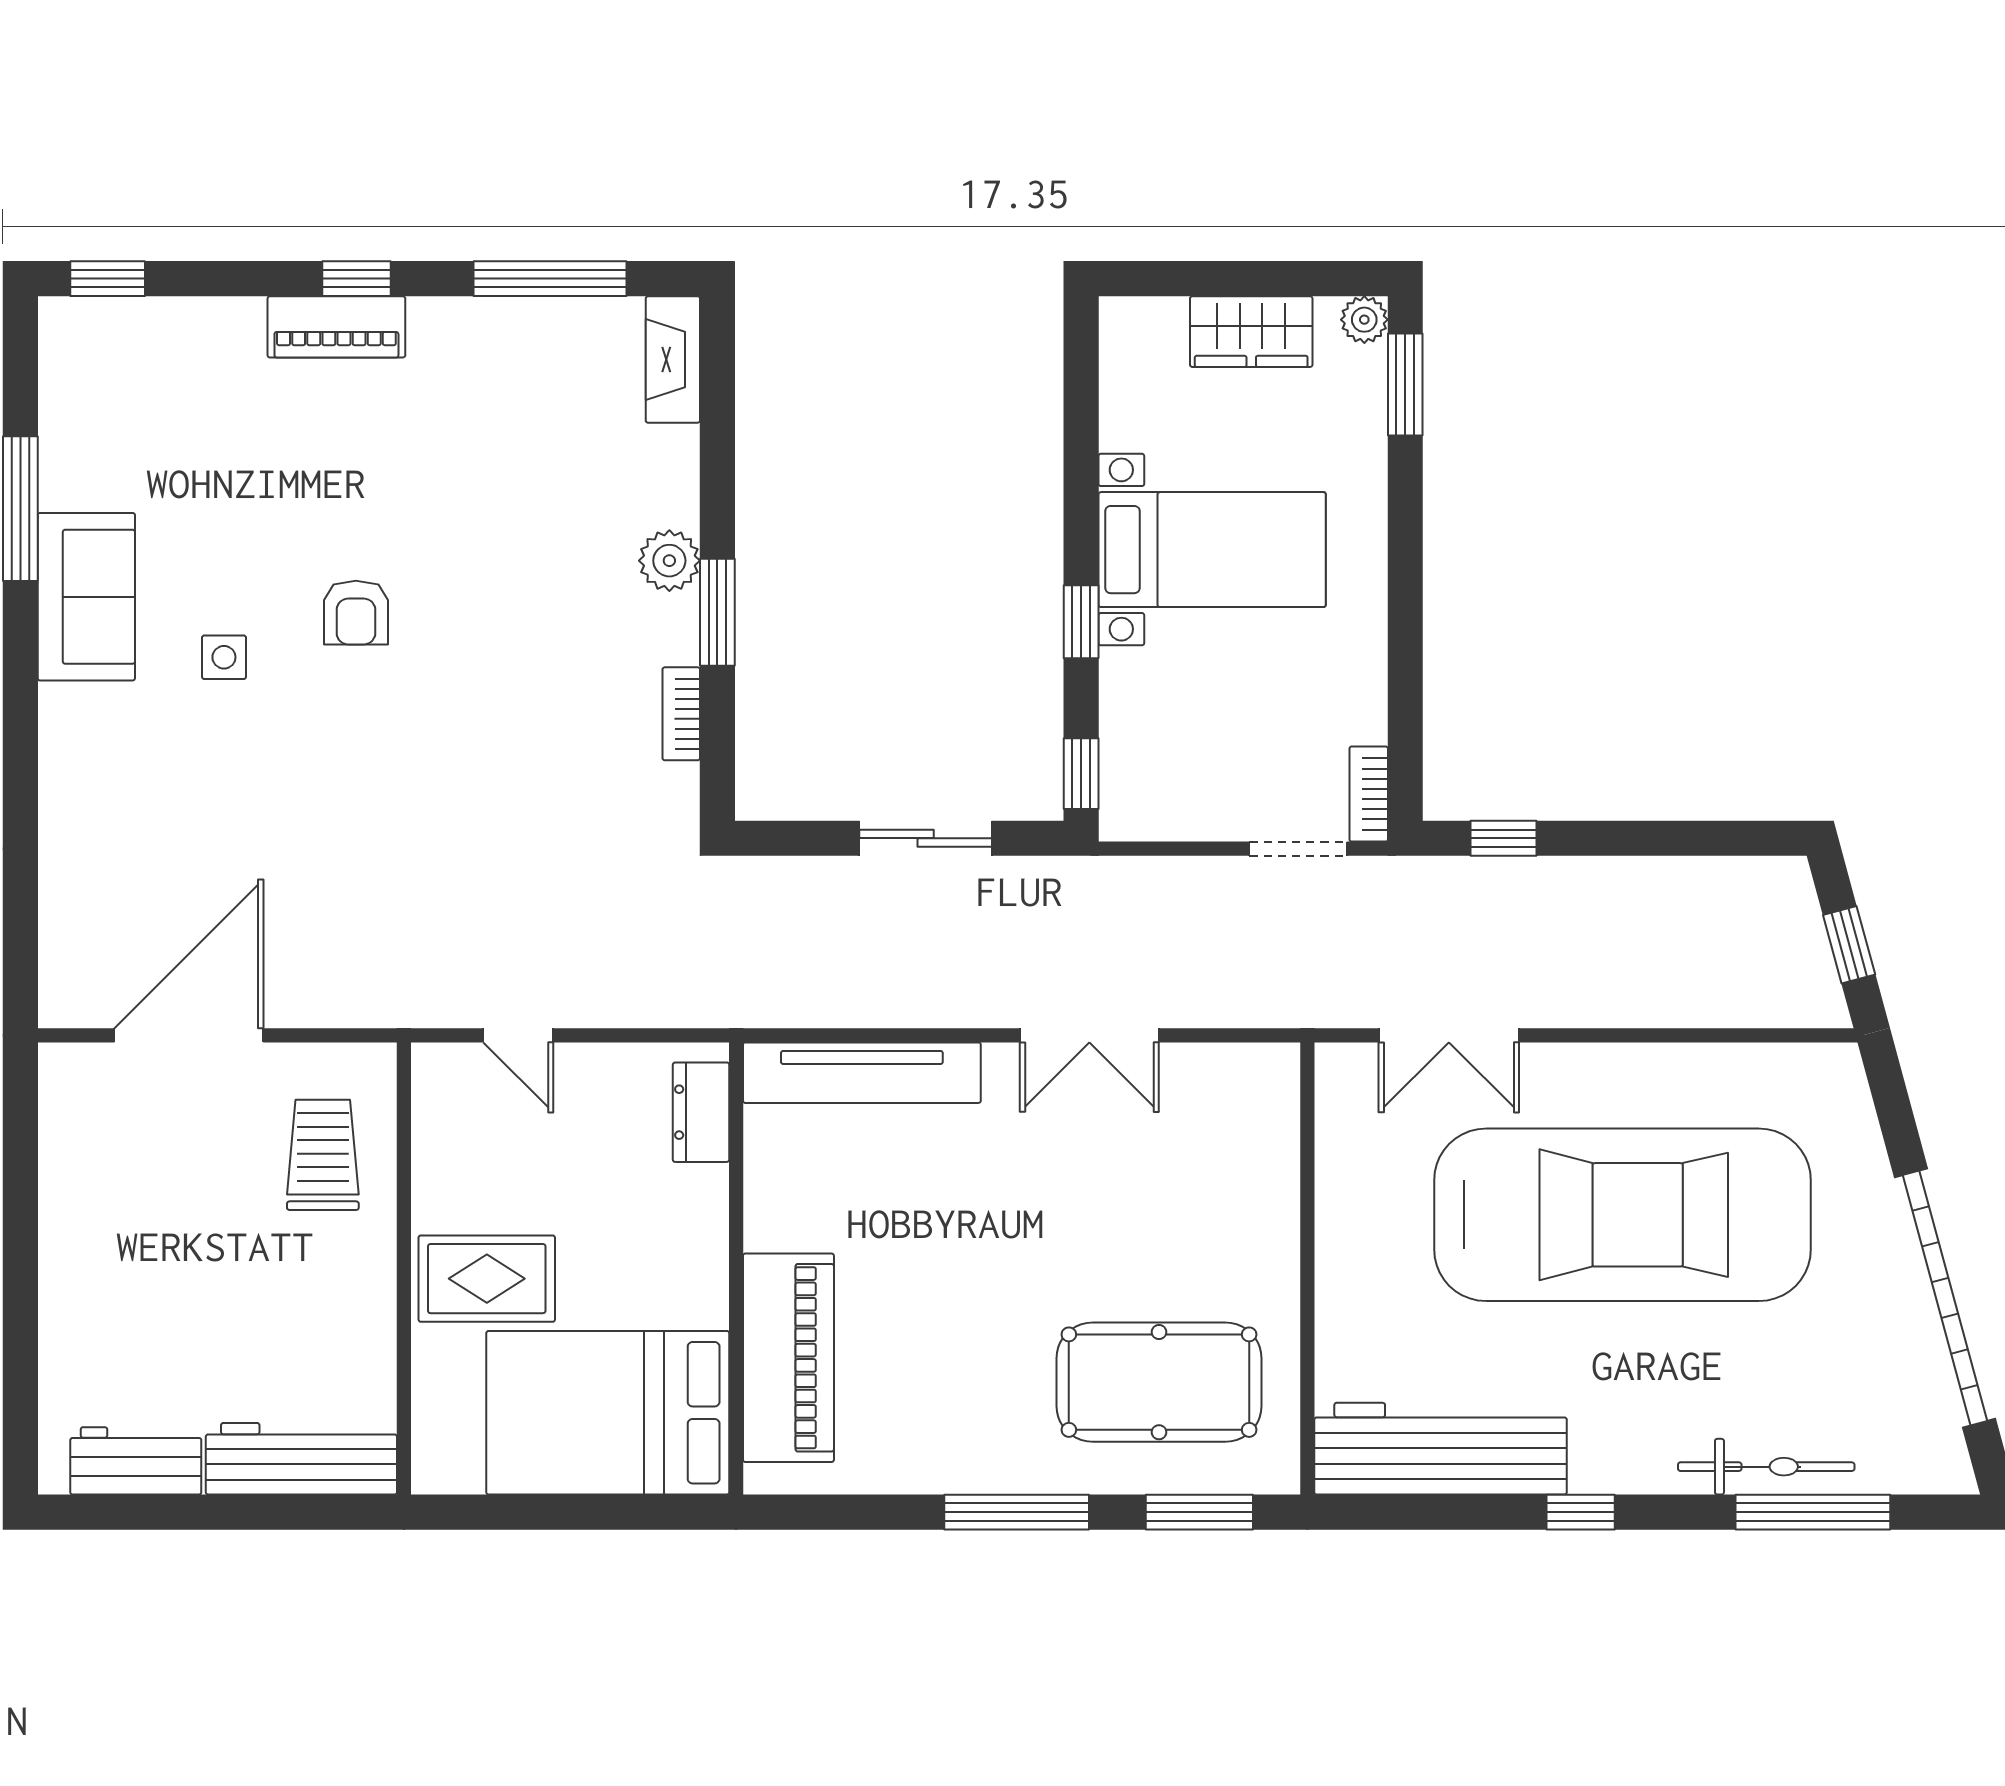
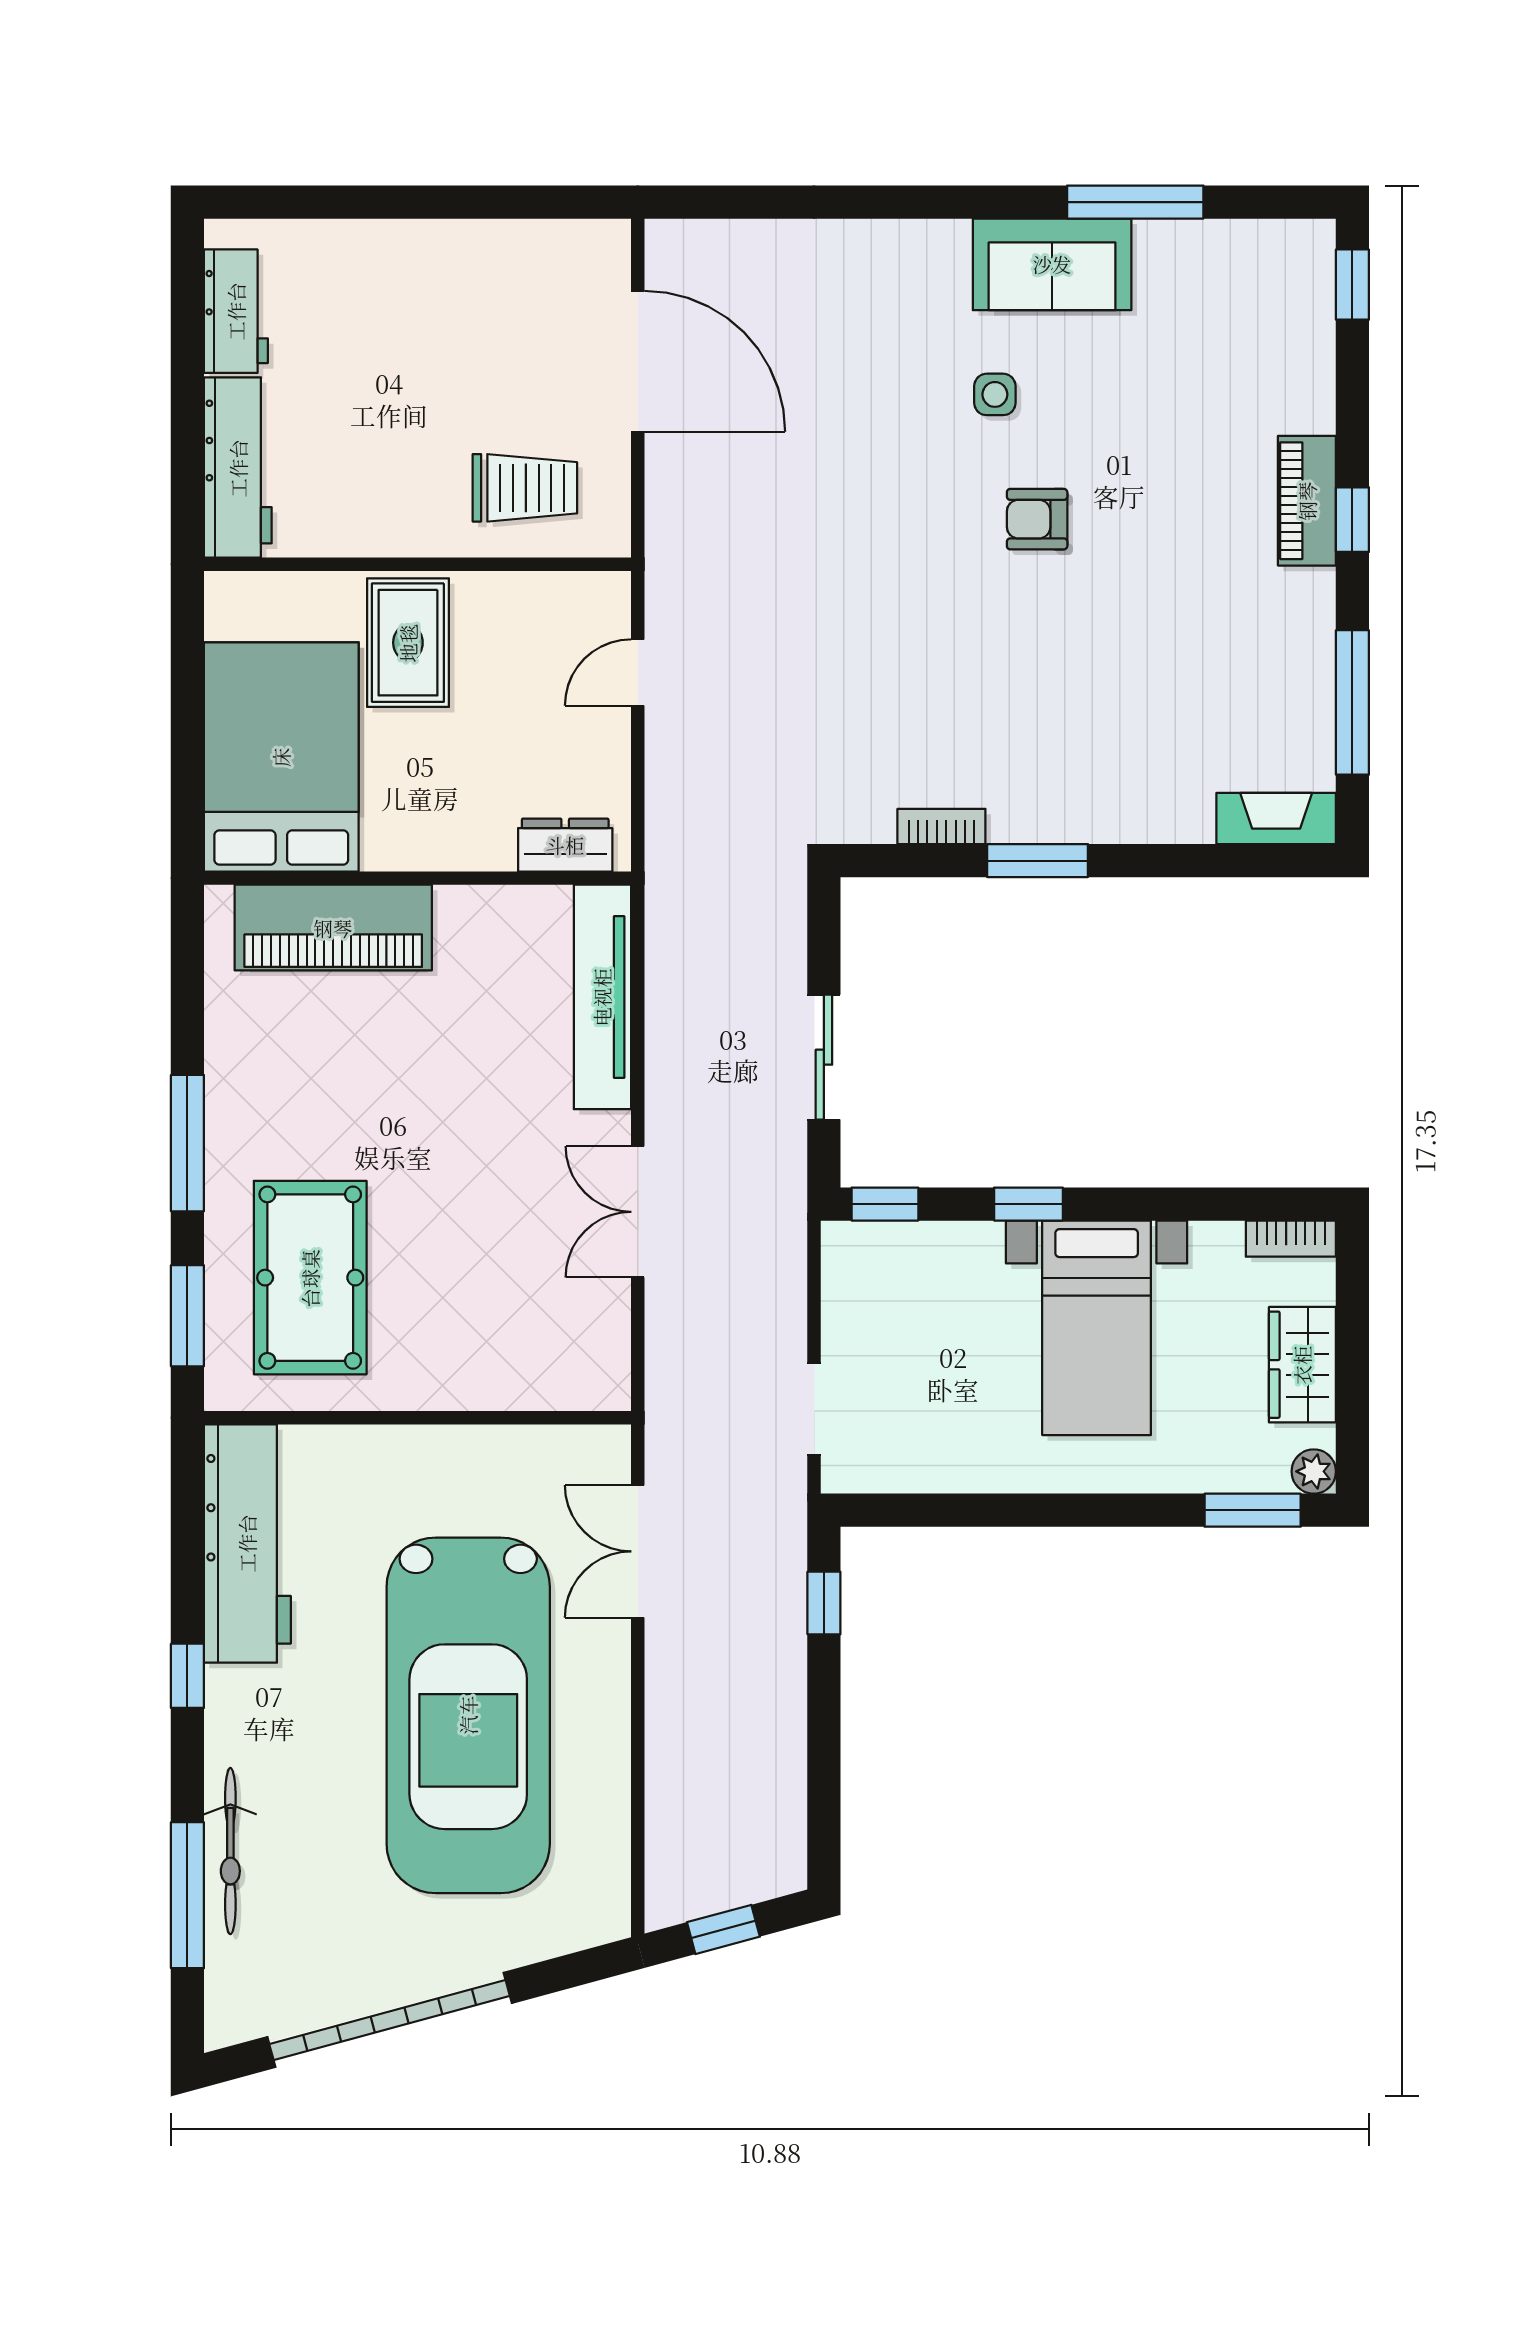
plant: (669, 561) -> (1086, 815), removed
bookcase: (1369, 794) -> (1291, 1239), moved, turned 180

